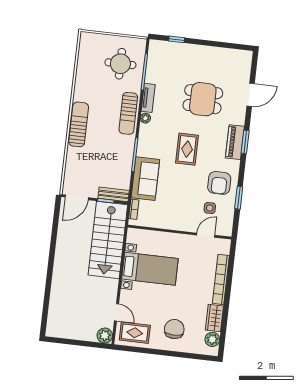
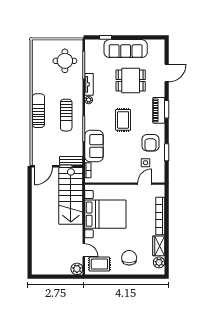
sofa: (201, 57) -> (126, 49), added
sun lounger: (128, 113) -> (66, 115), moved
bed with nightstands: (150, 269) -> (105, 214), width x1.36

